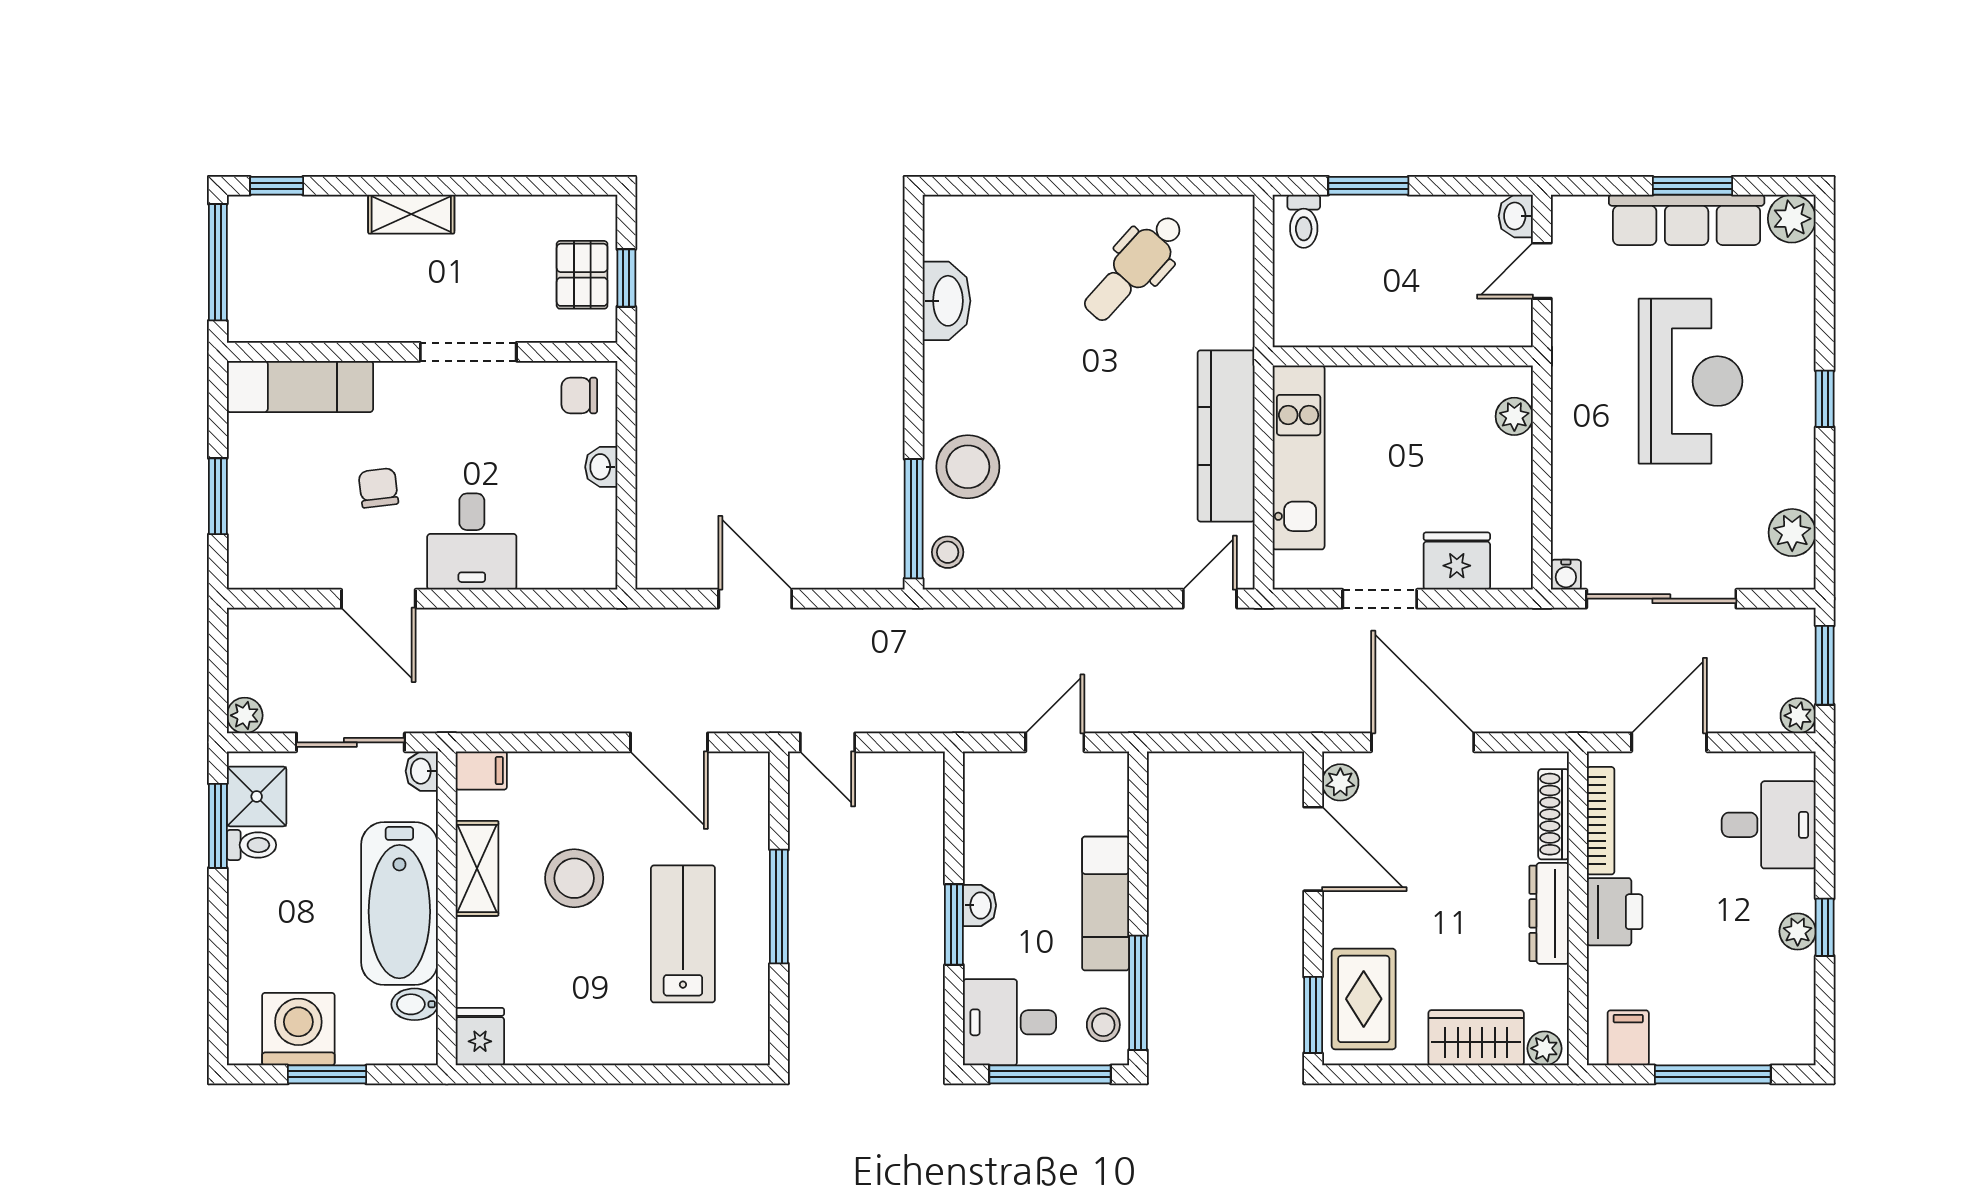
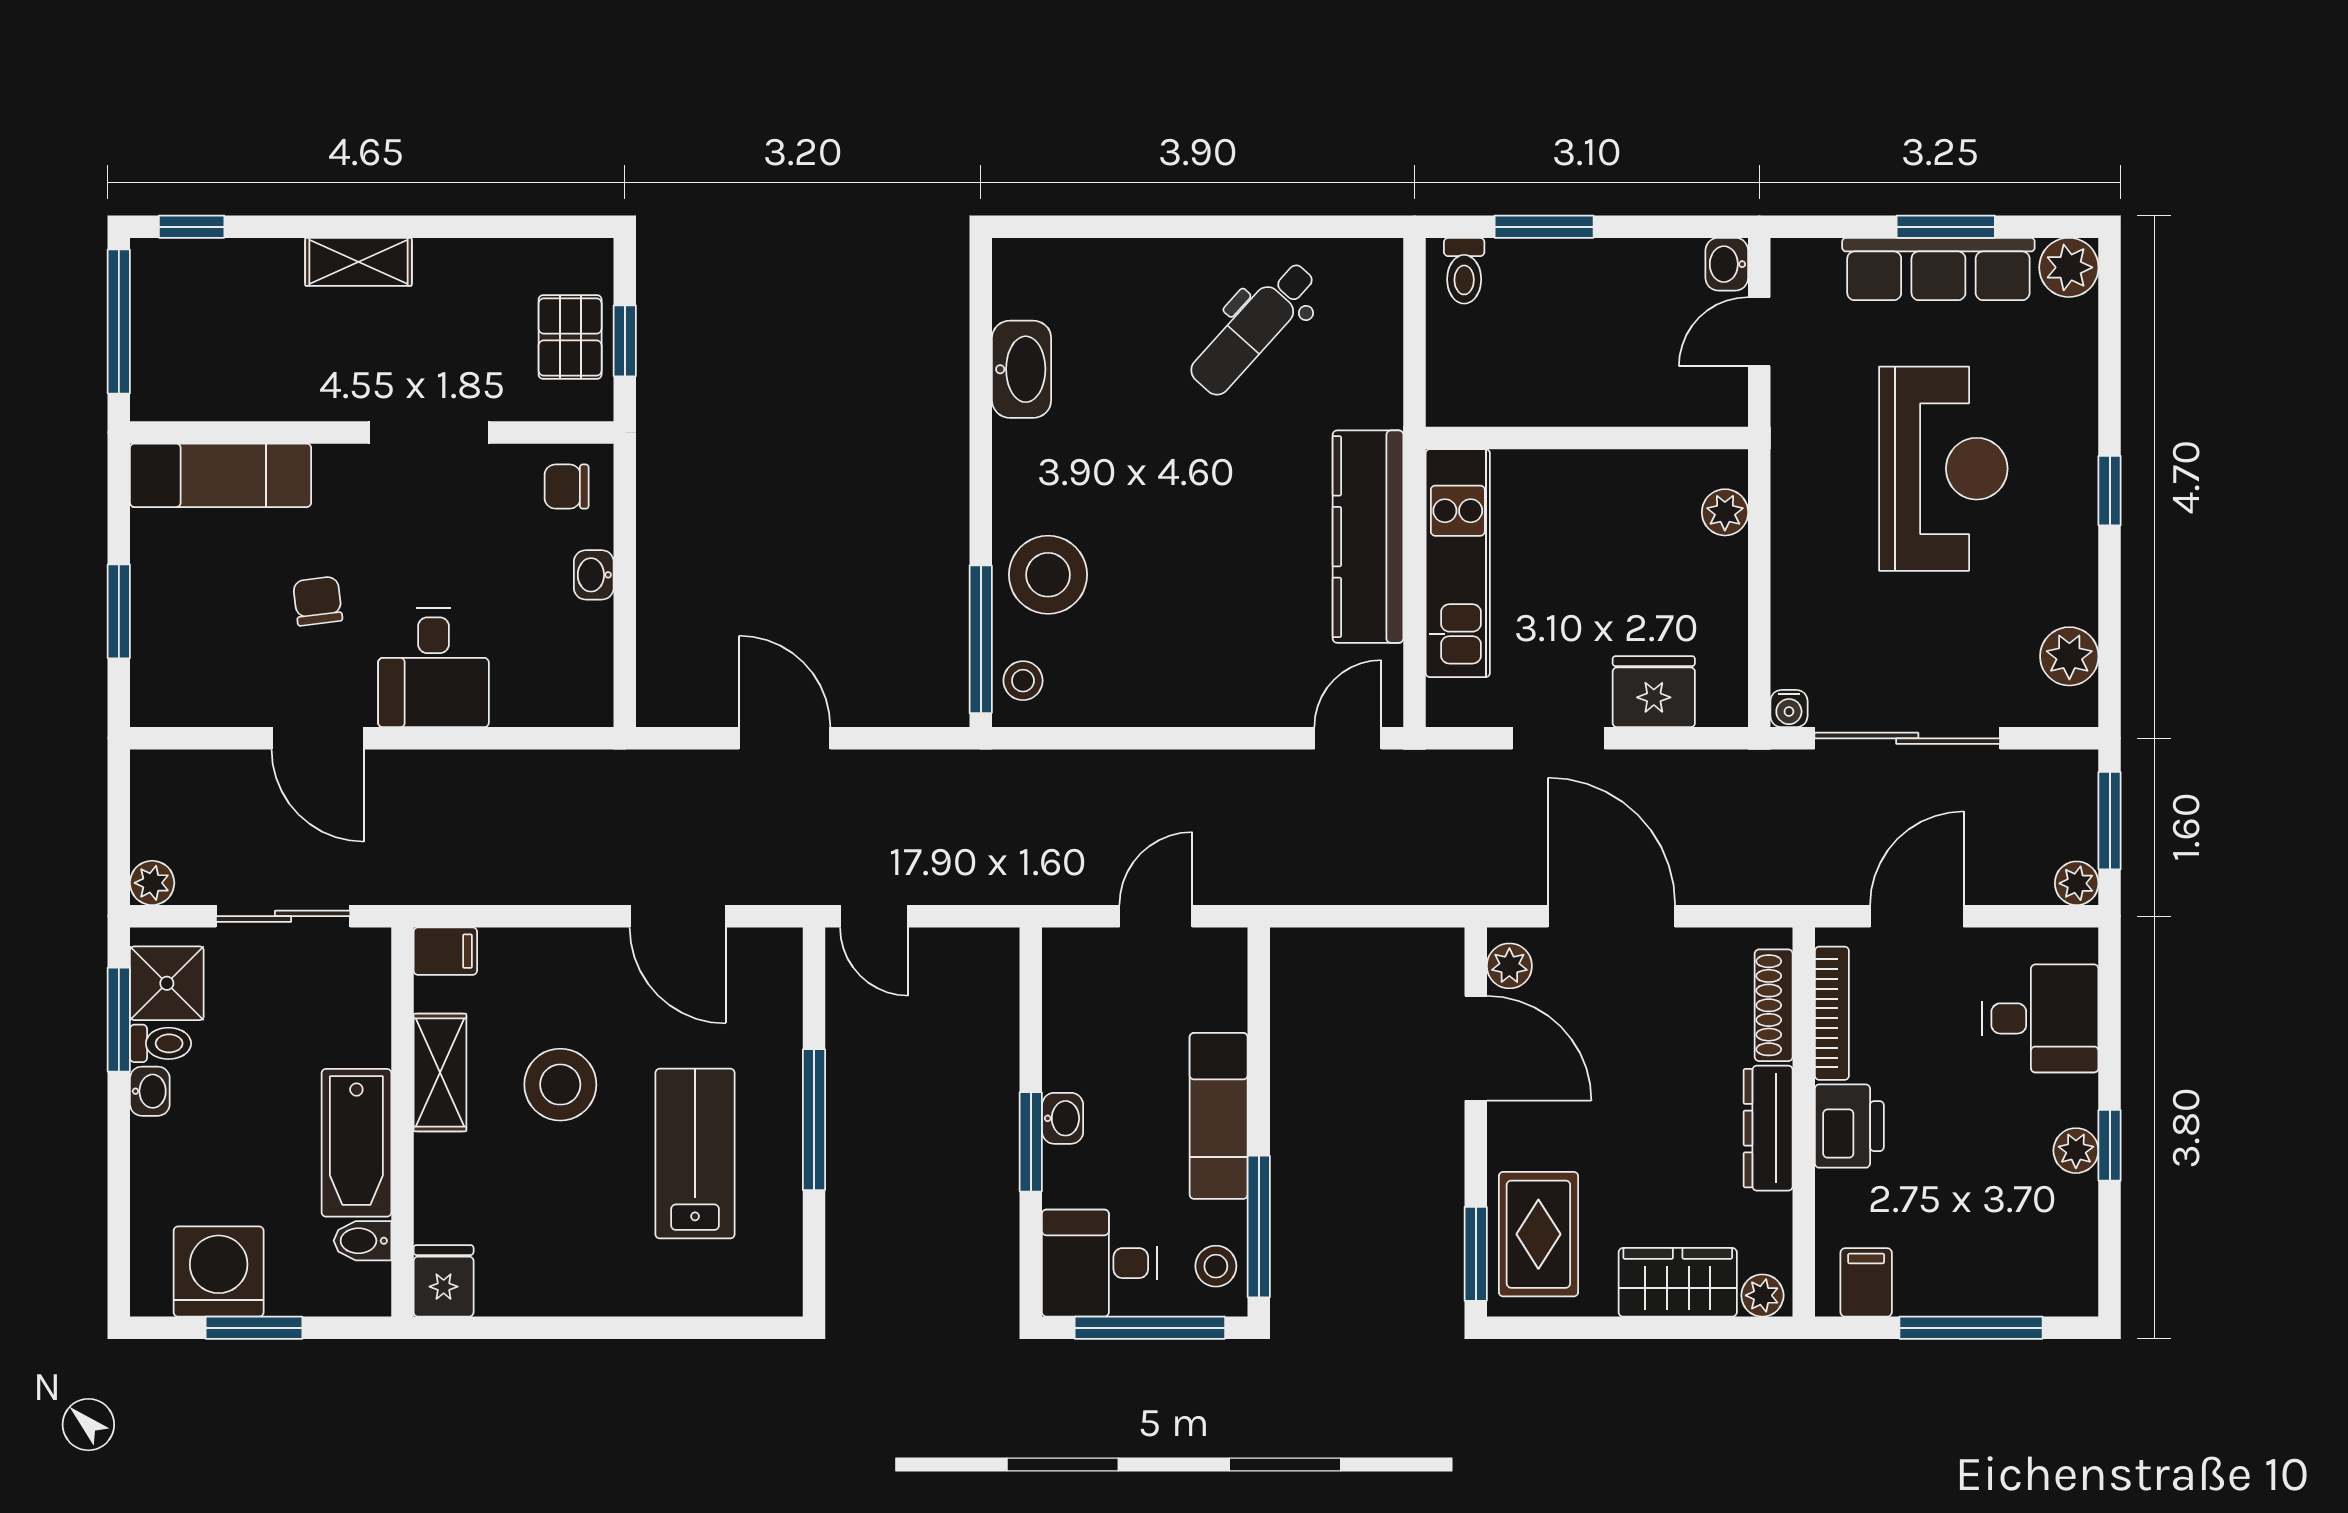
washbasin: (422, 771) -> (150, 1091), moved, turned 180
bathtub: (399, 903) -> (356, 1143), width x0.73, depth x0.73

